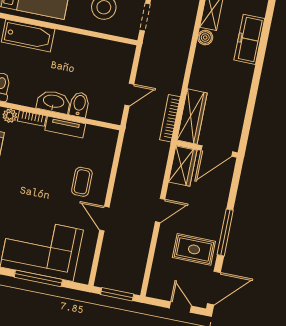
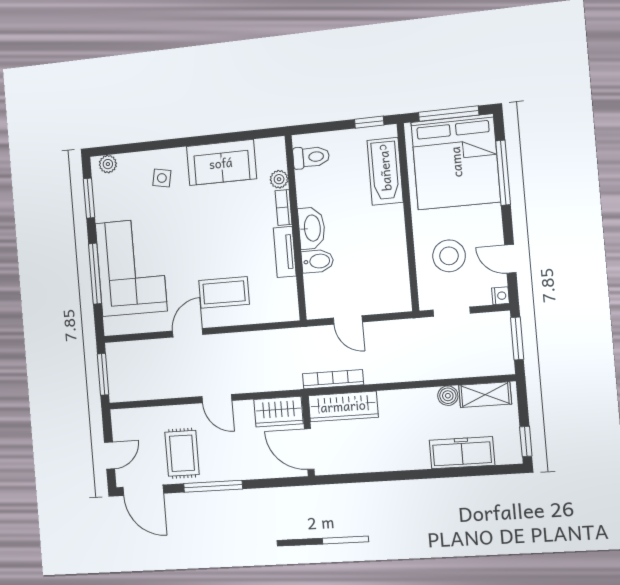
coffee table: (82, 182) -> (224, 292), width x1.36, depth x1.30

